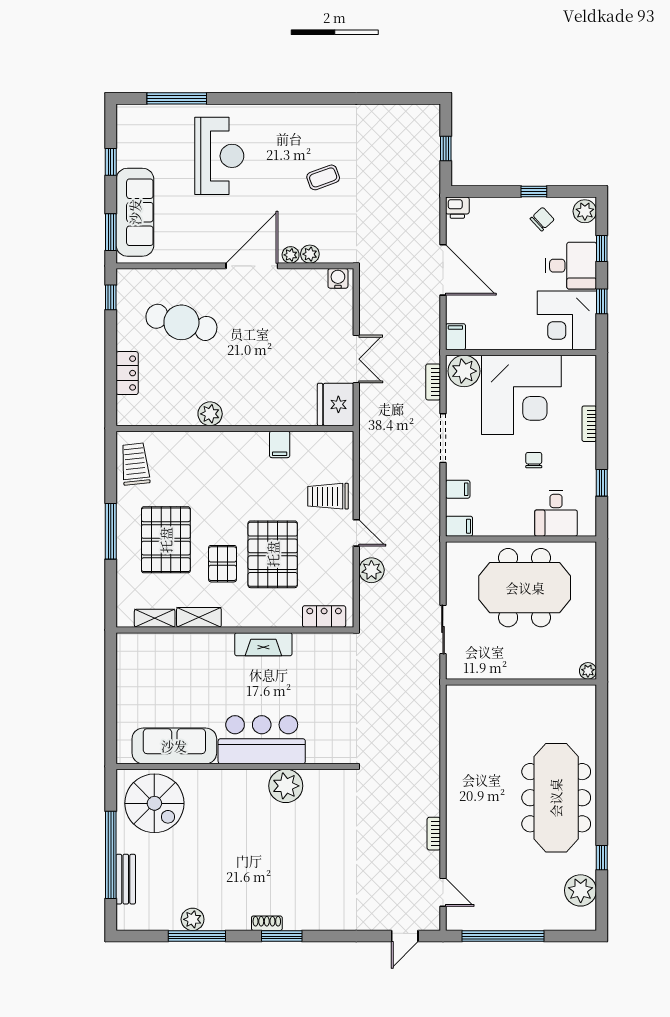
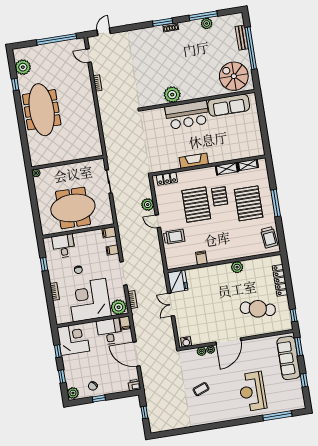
desk: (571, 266) -> (109, 331), moved, turned 90
locker: (127, 373) -> (280, 280), width x1.53

